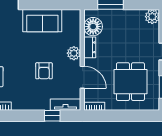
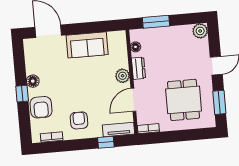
floor lamp: (93, 27) -> (136, 47), width x0.53, depth x0.53
armchair: (44, 71) -> (79, 120), moved, turned 180
door: (82, 77) -> (133, 100), swing flipped

